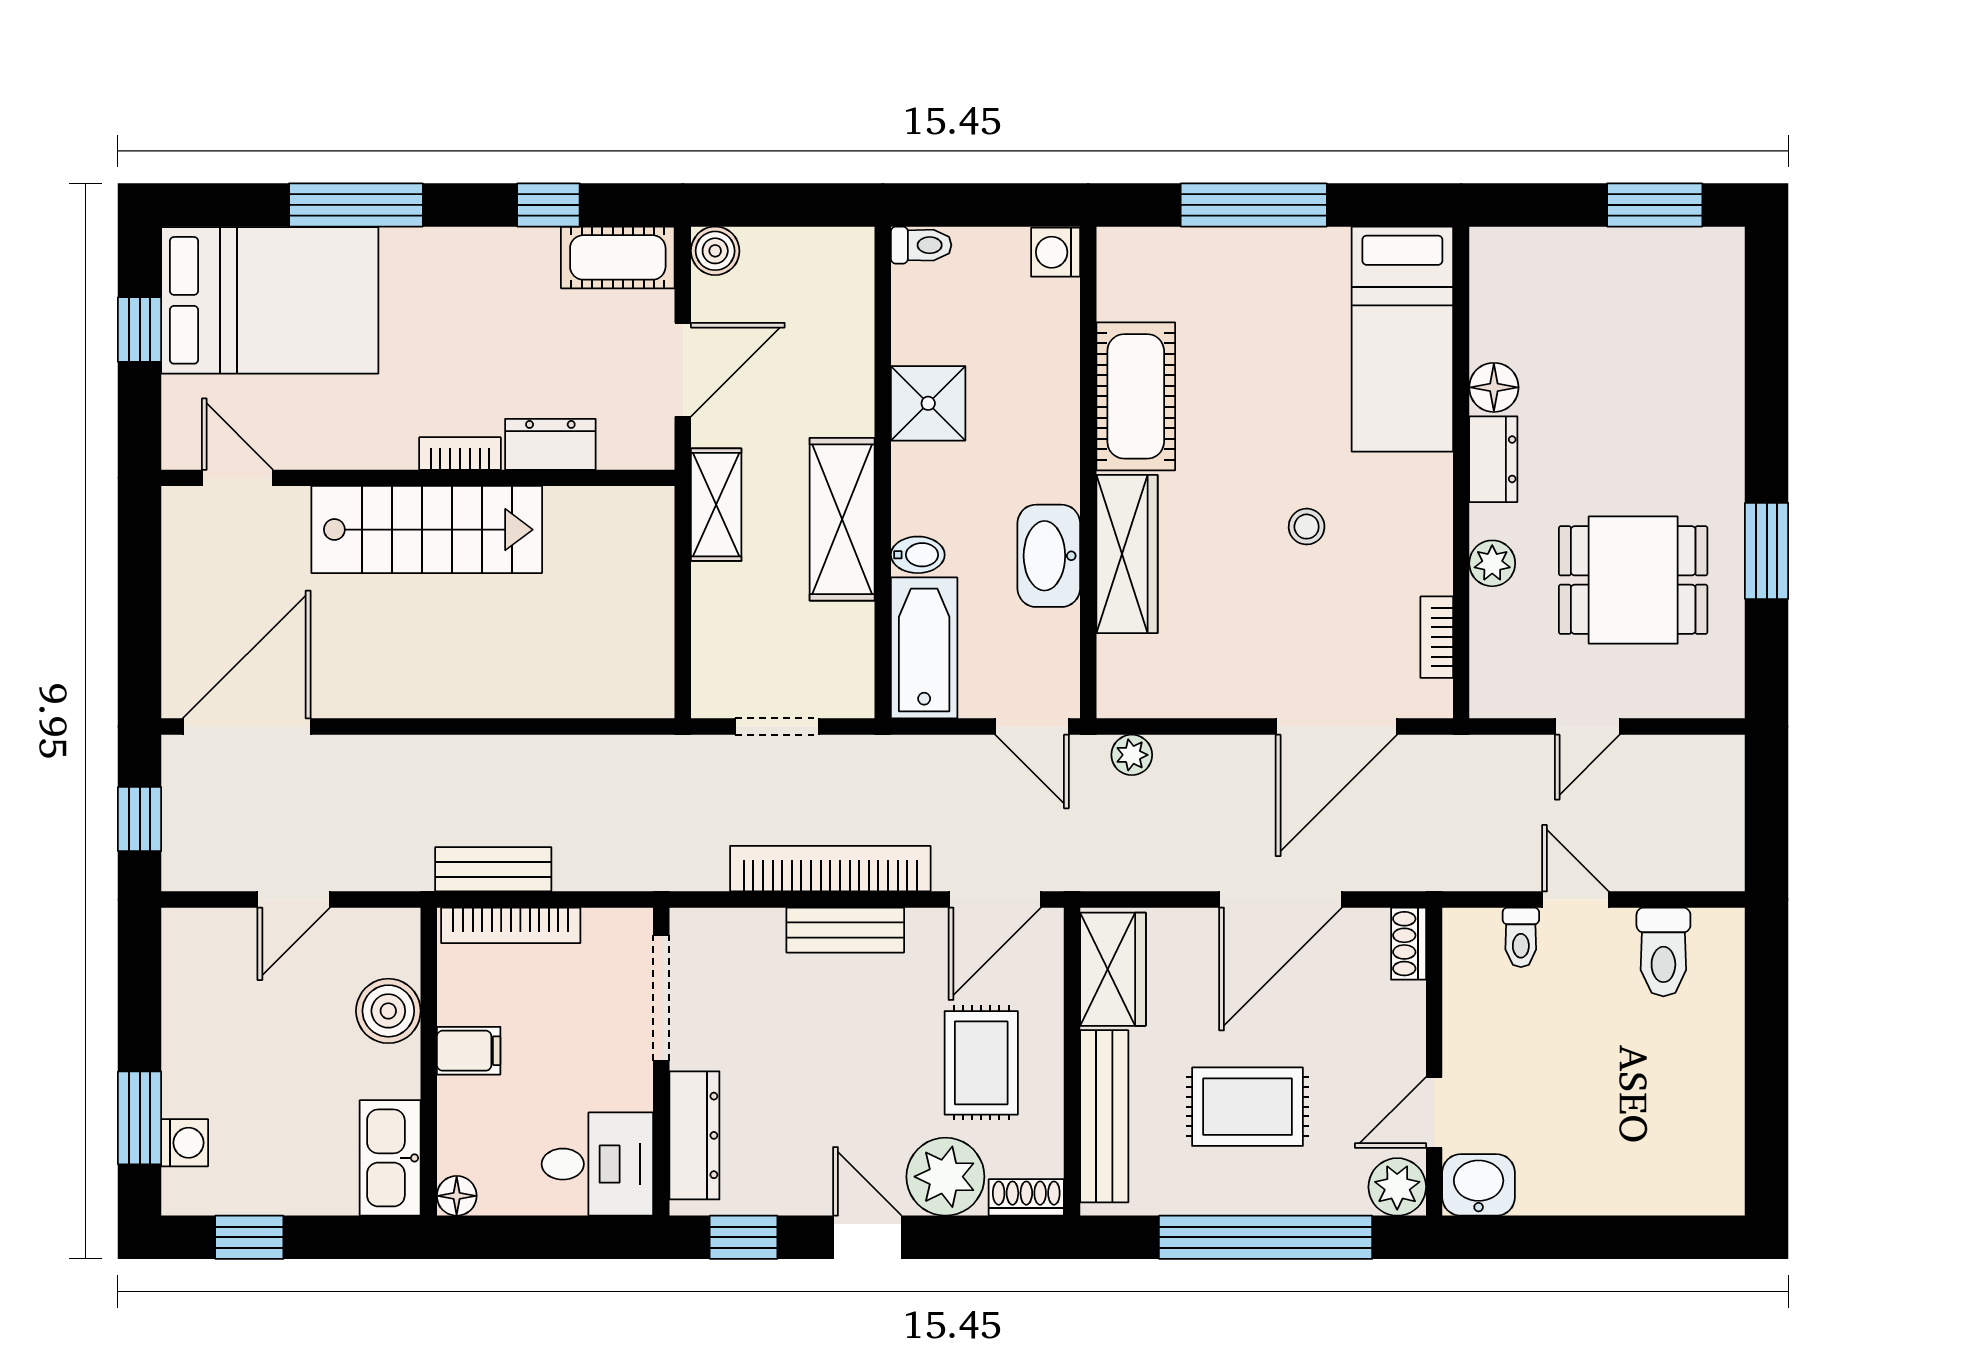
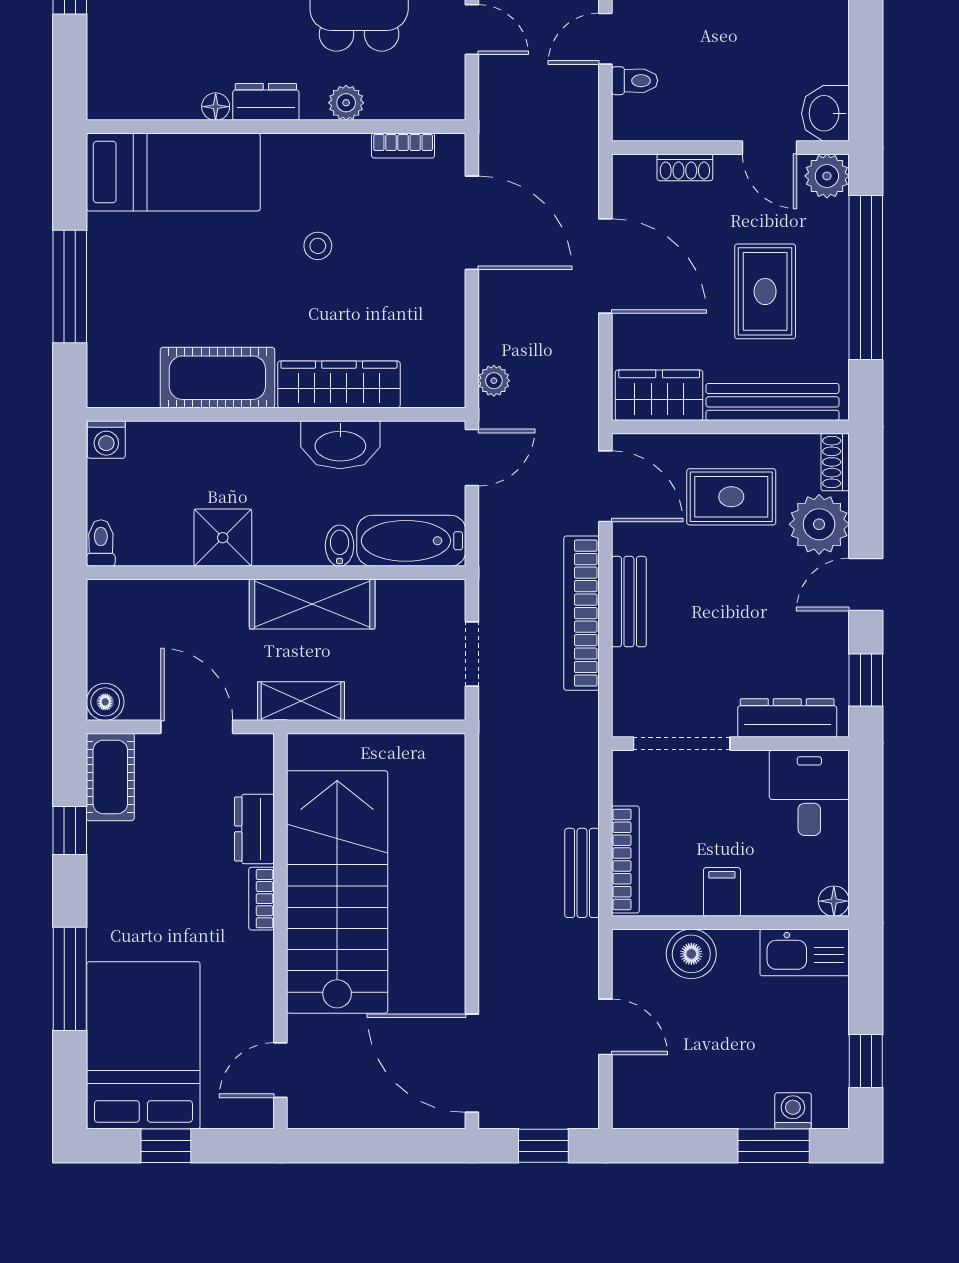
floor lamp: (1494, 387) -> (216, 107), width x0.73, depth x0.73
stairs: (427, 530) -> (337, 892), width x1.36, depth x1.51
shoe rack: (1409, 944) -> (685, 167), moved

